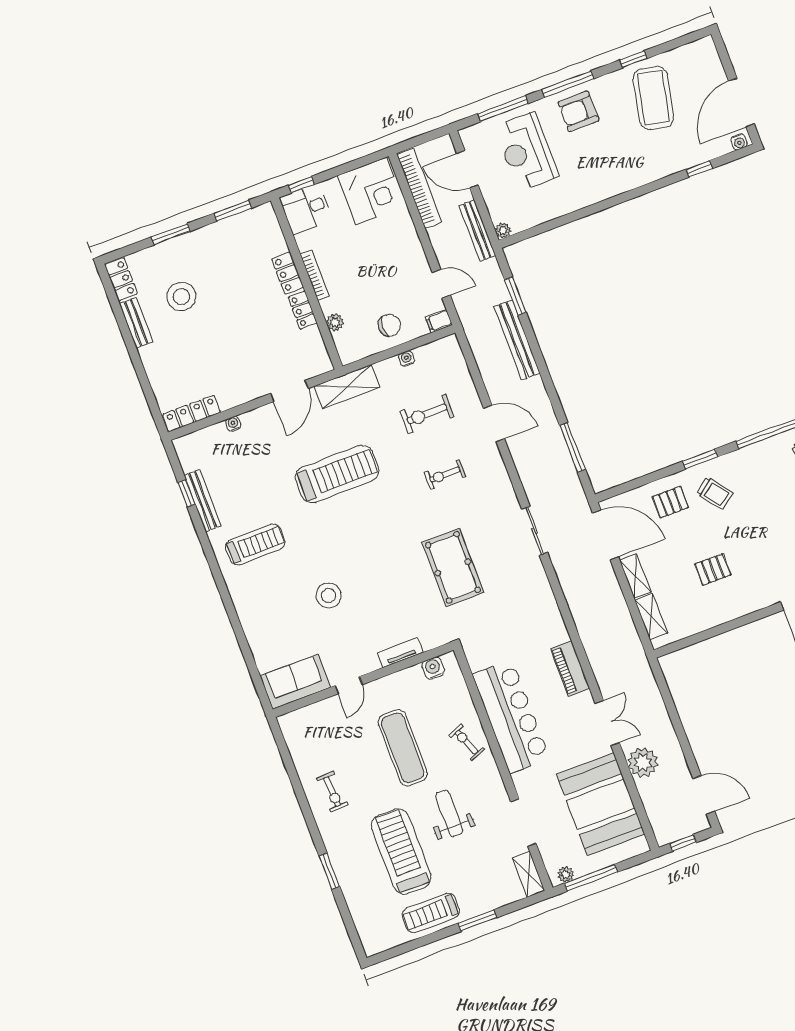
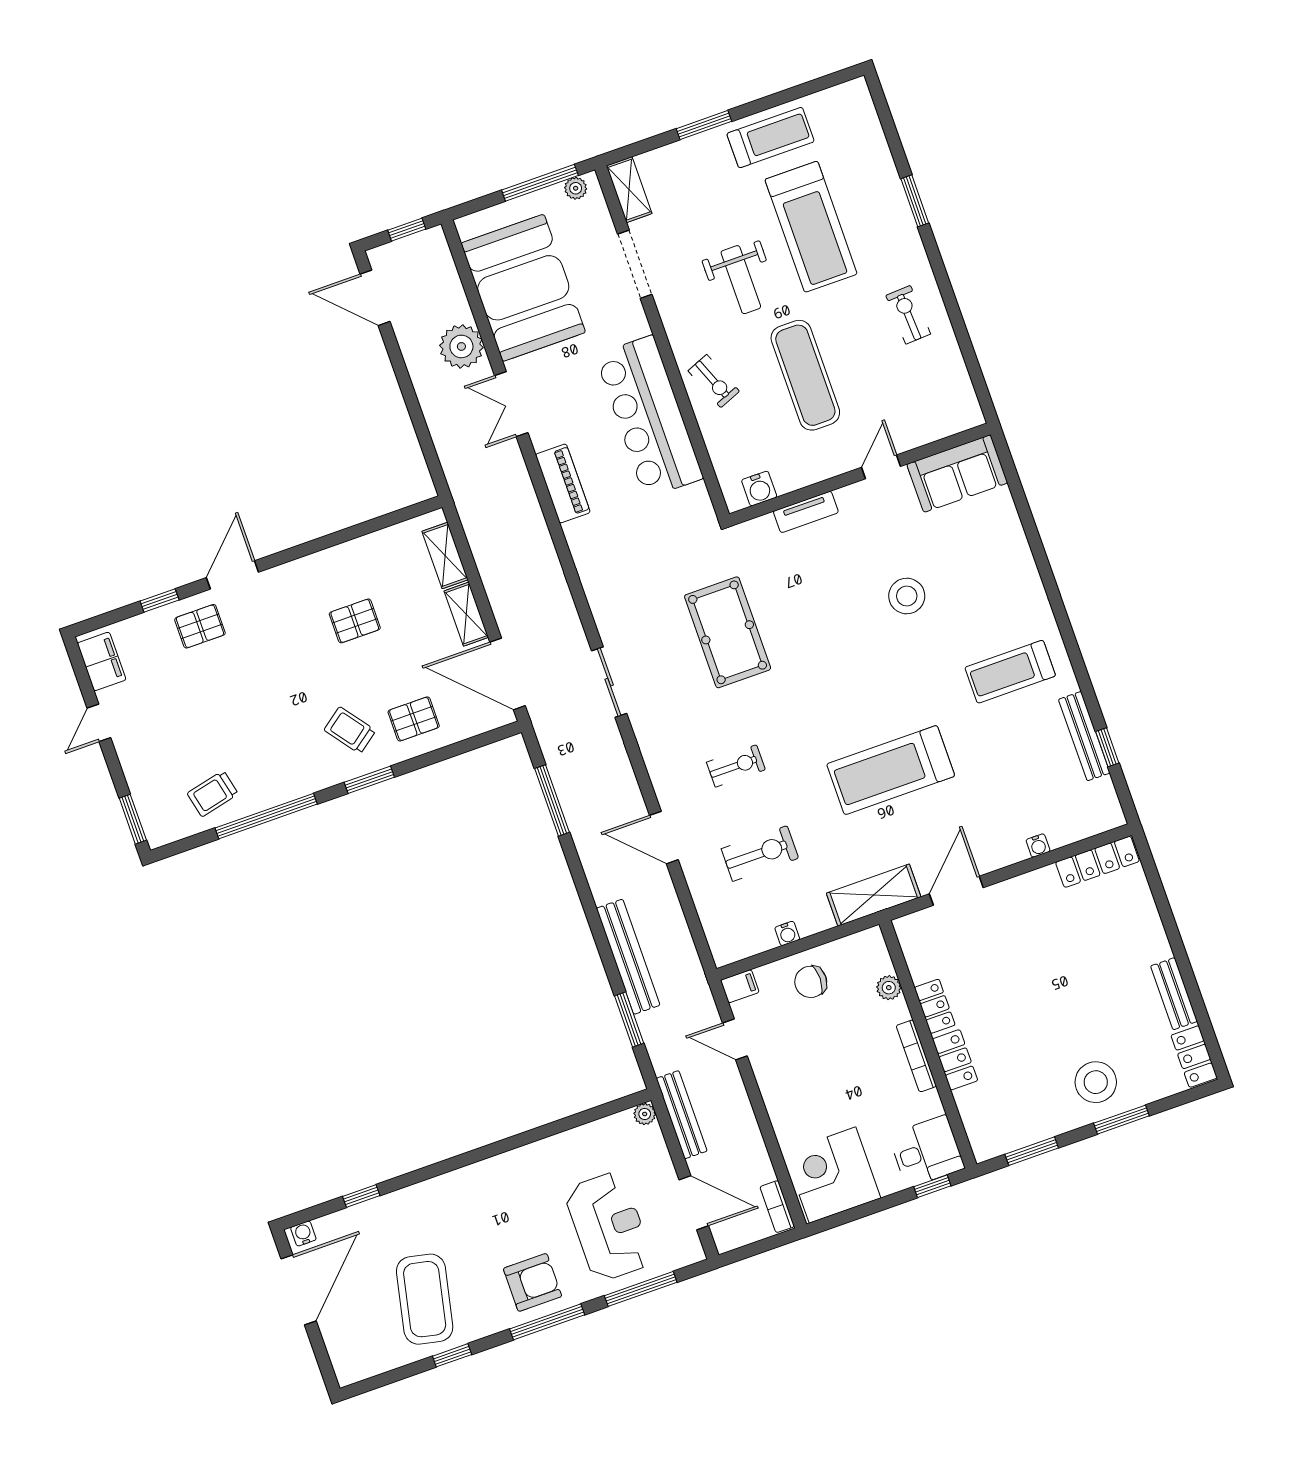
bookcase: (419, 188) -> (777, 1207), width x0.43, depth x0.76
stool: (181, 296) -> (1096, 1082), moved

